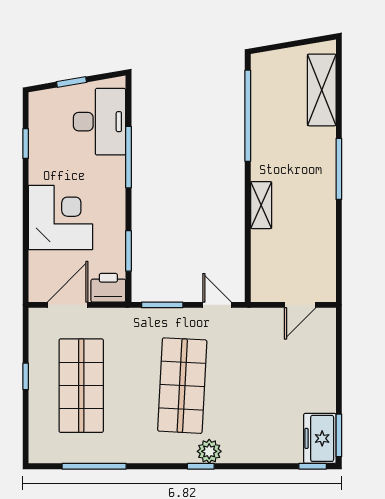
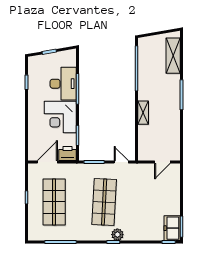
desk: (99, 122) -> (63, 84), moved
corner desk: (60, 218) -> (60, 117), moved, turned 180

